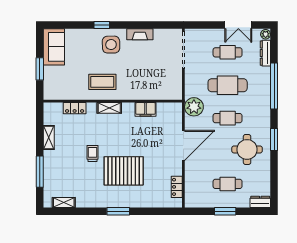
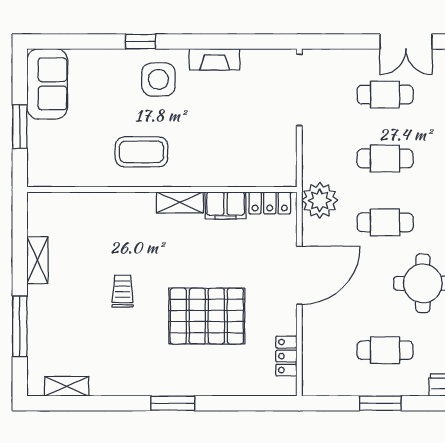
cafe table: (228, 85) -> (385, 158), width x0.73, depth x0.74
locker: (75, 108) -> (270, 203), moved
shelving: (109, 108) -> (180, 202), moved
pallet: (124, 171) -> (207, 316), moved

